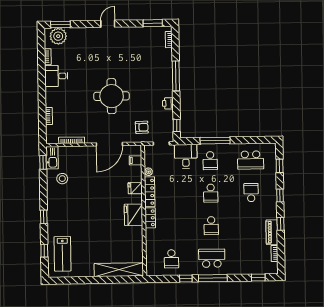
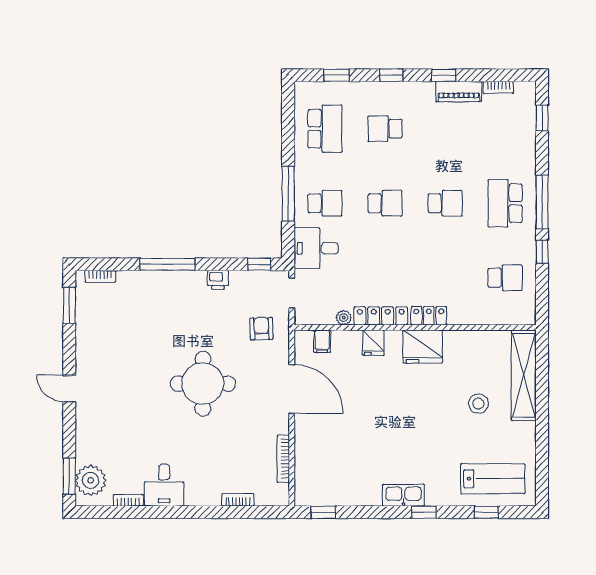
kitchen sink: (52, 158) -> (403, 495), moved
stool: (62, 179) -> (478, 404), moved

